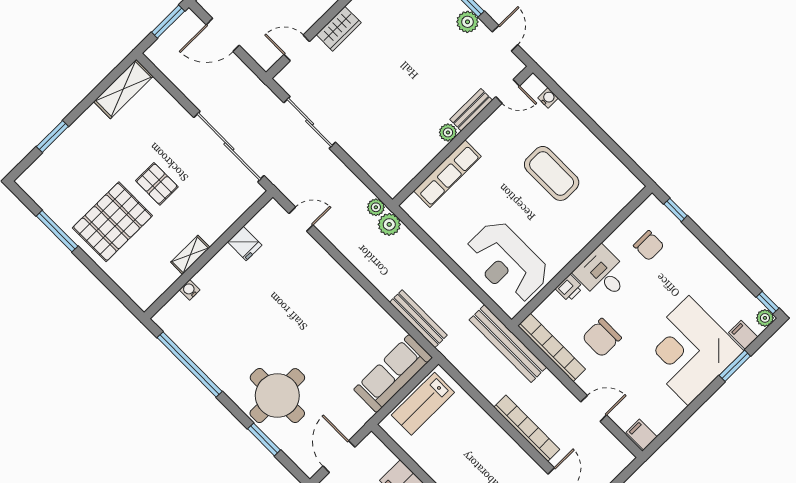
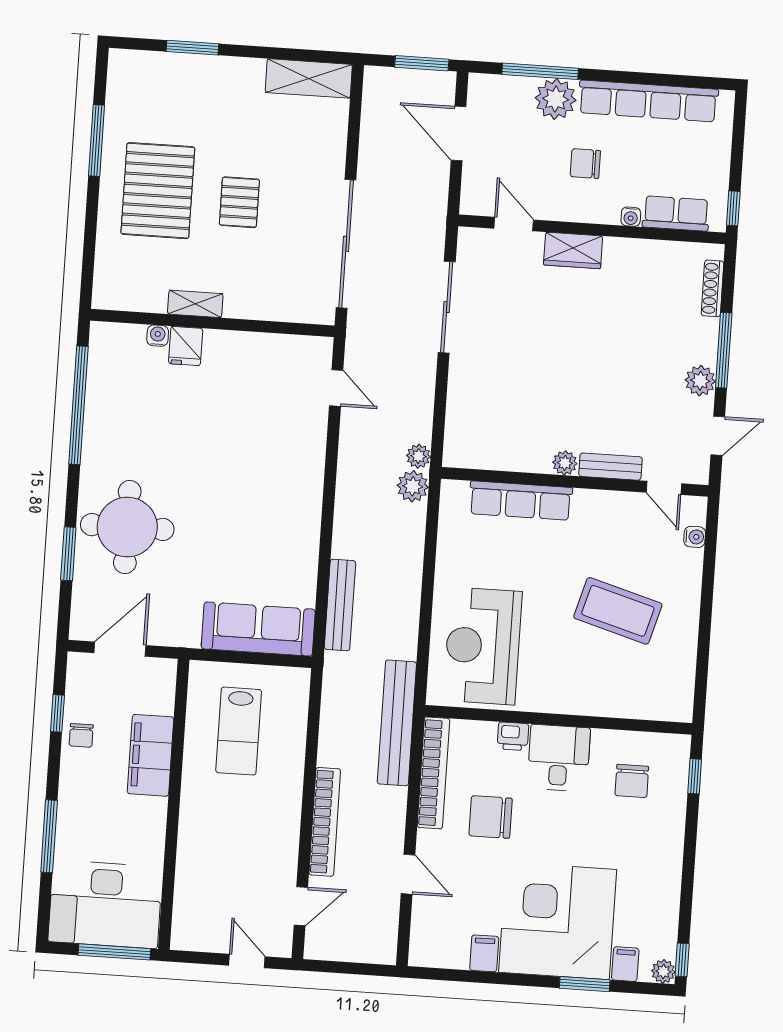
coffee table: (552, 173) -> (618, 611), turned -74
pallet: (112, 222) -> (158, 191), turned 90
fridge: (245, 244) -> (186, 346), moved
lab bench: (423, 404) -> (239, 731), moved, turned -90
filing cabinet: (642, 435) -> (484, 953), moved

